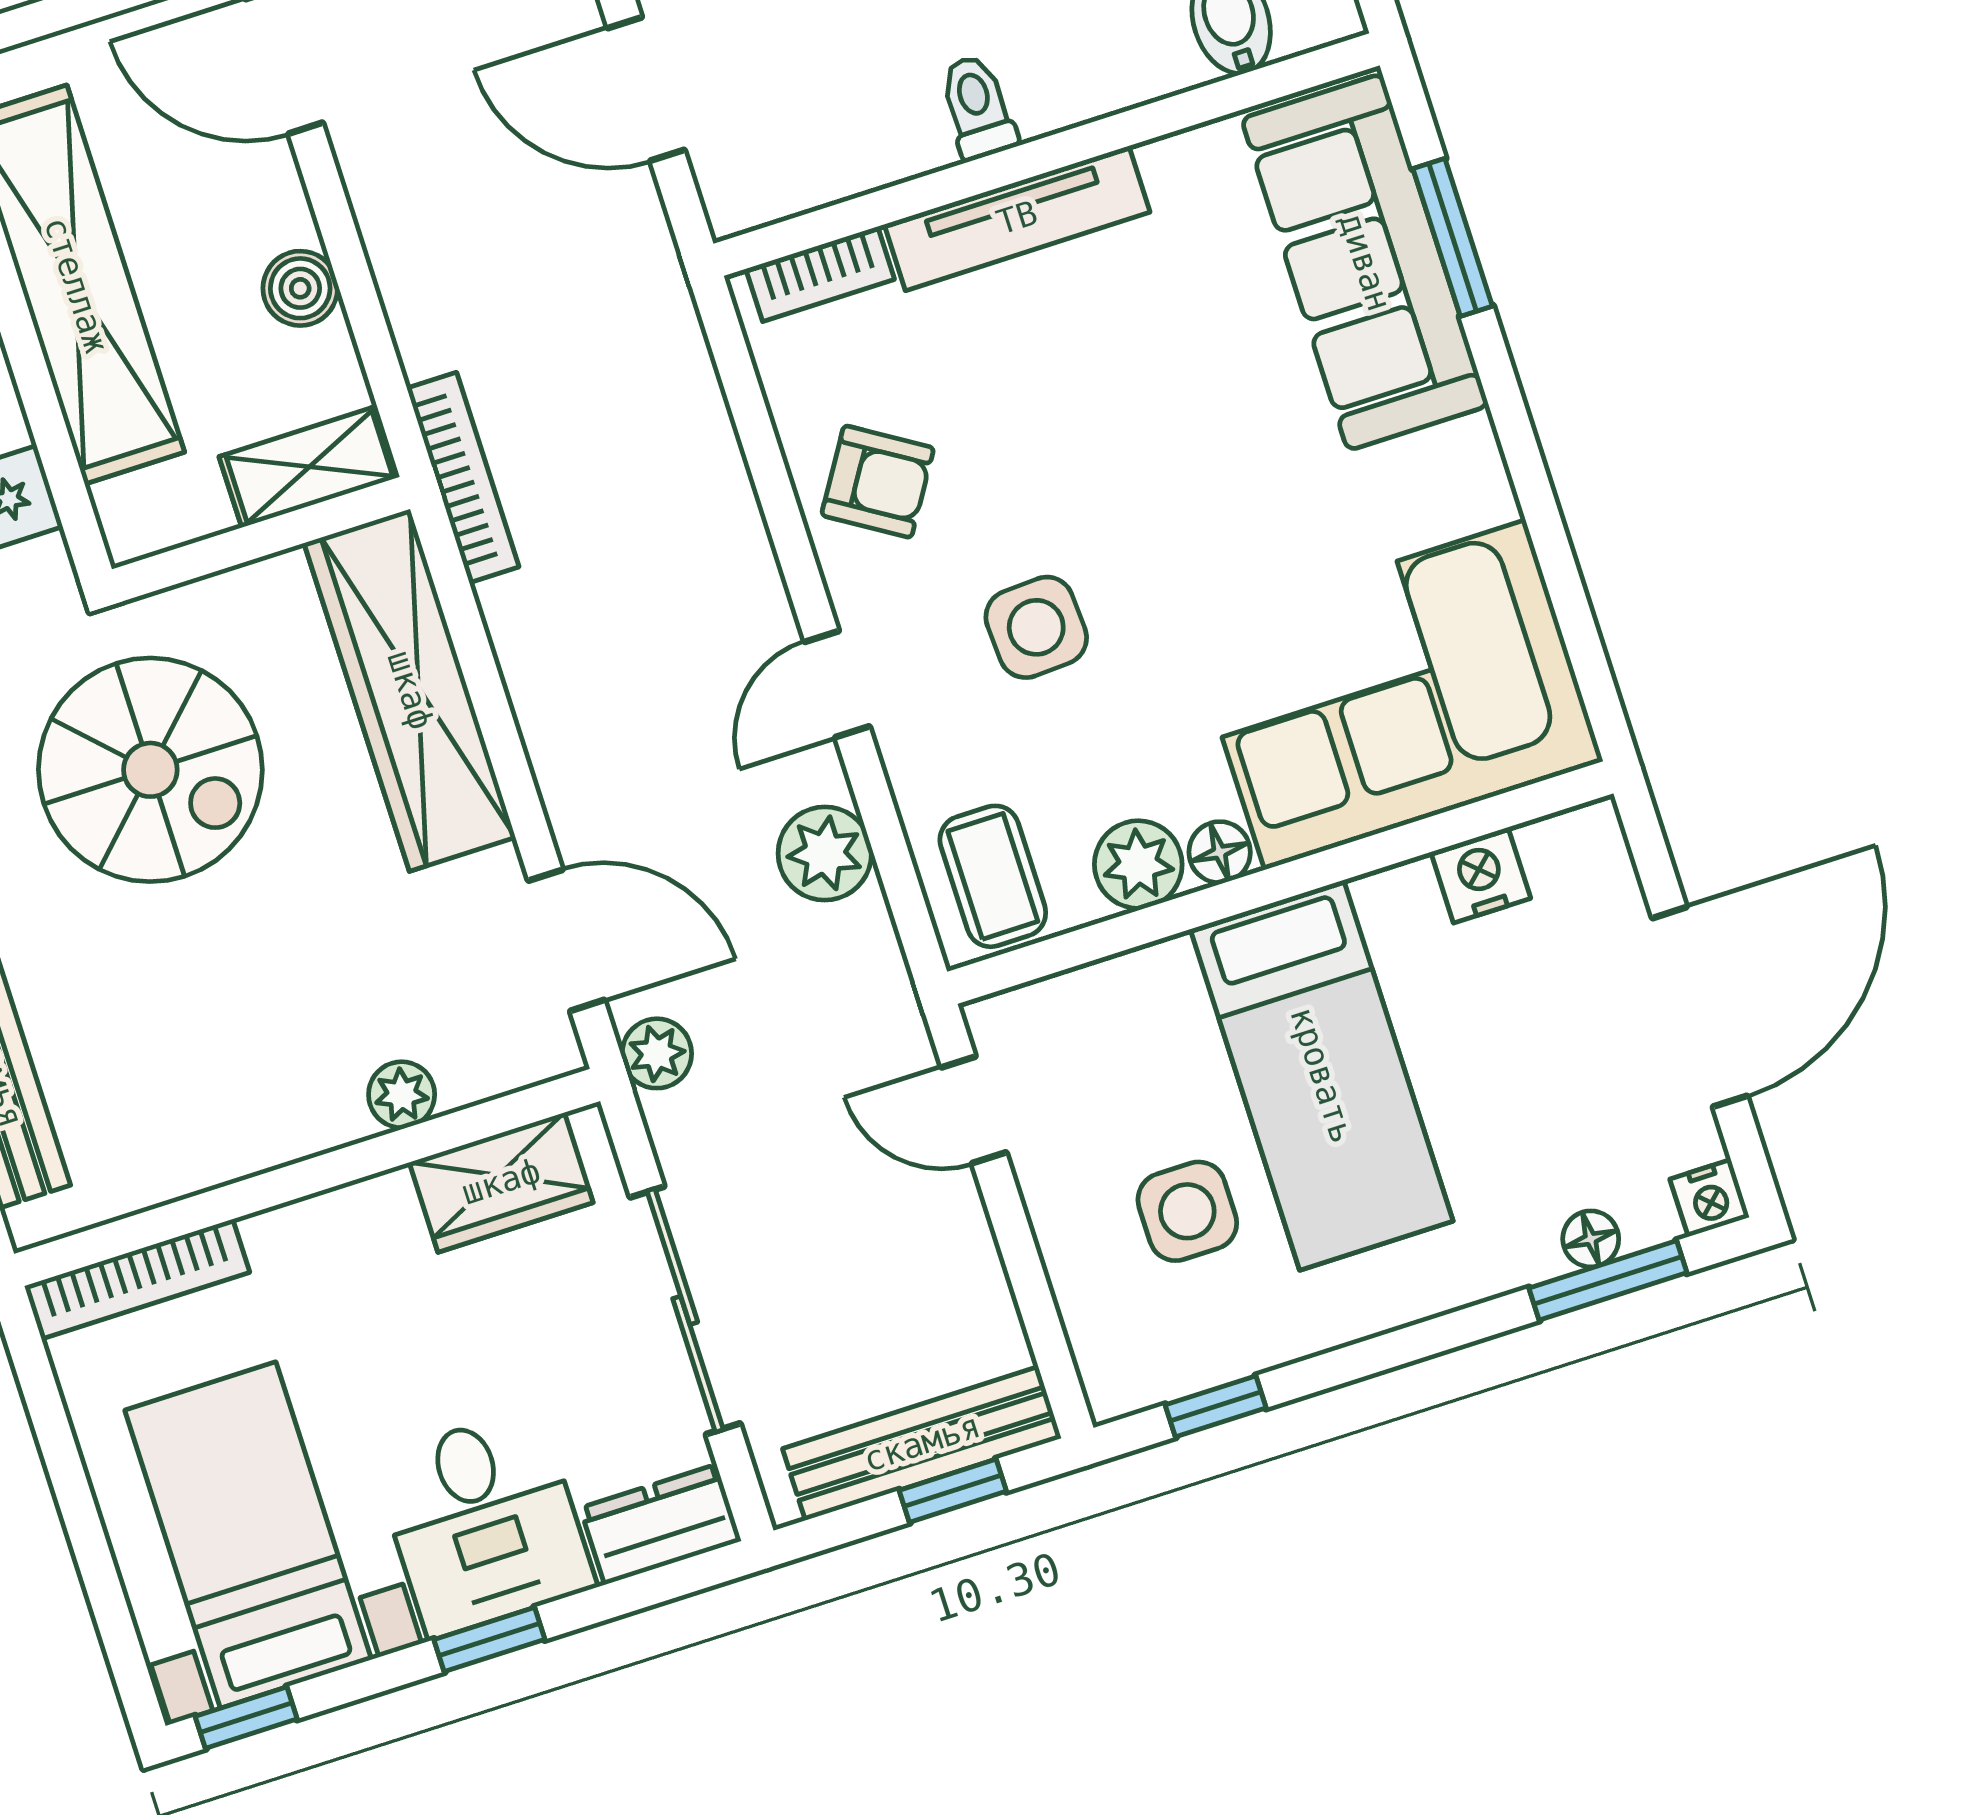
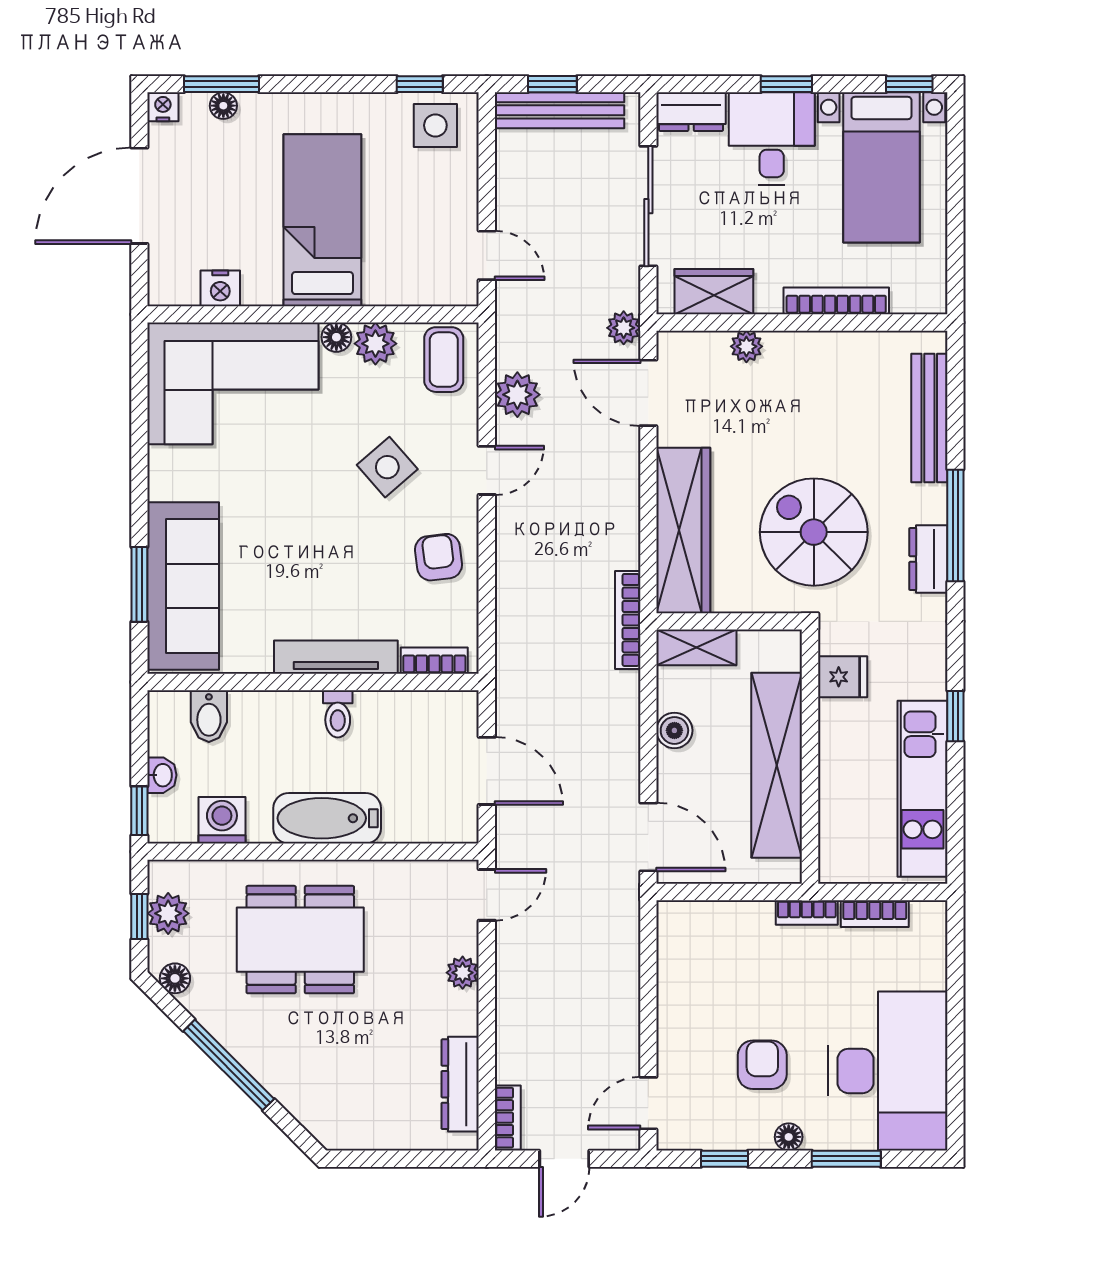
armchair: (878, 482) -> (438, 557), turned 51
side table: (1036, 627) -> (387, 467), turned -38
side table: (1187, 1211) -> (435, 125), moved
bookcase: (137, 1279) -> (836, 301), moved

